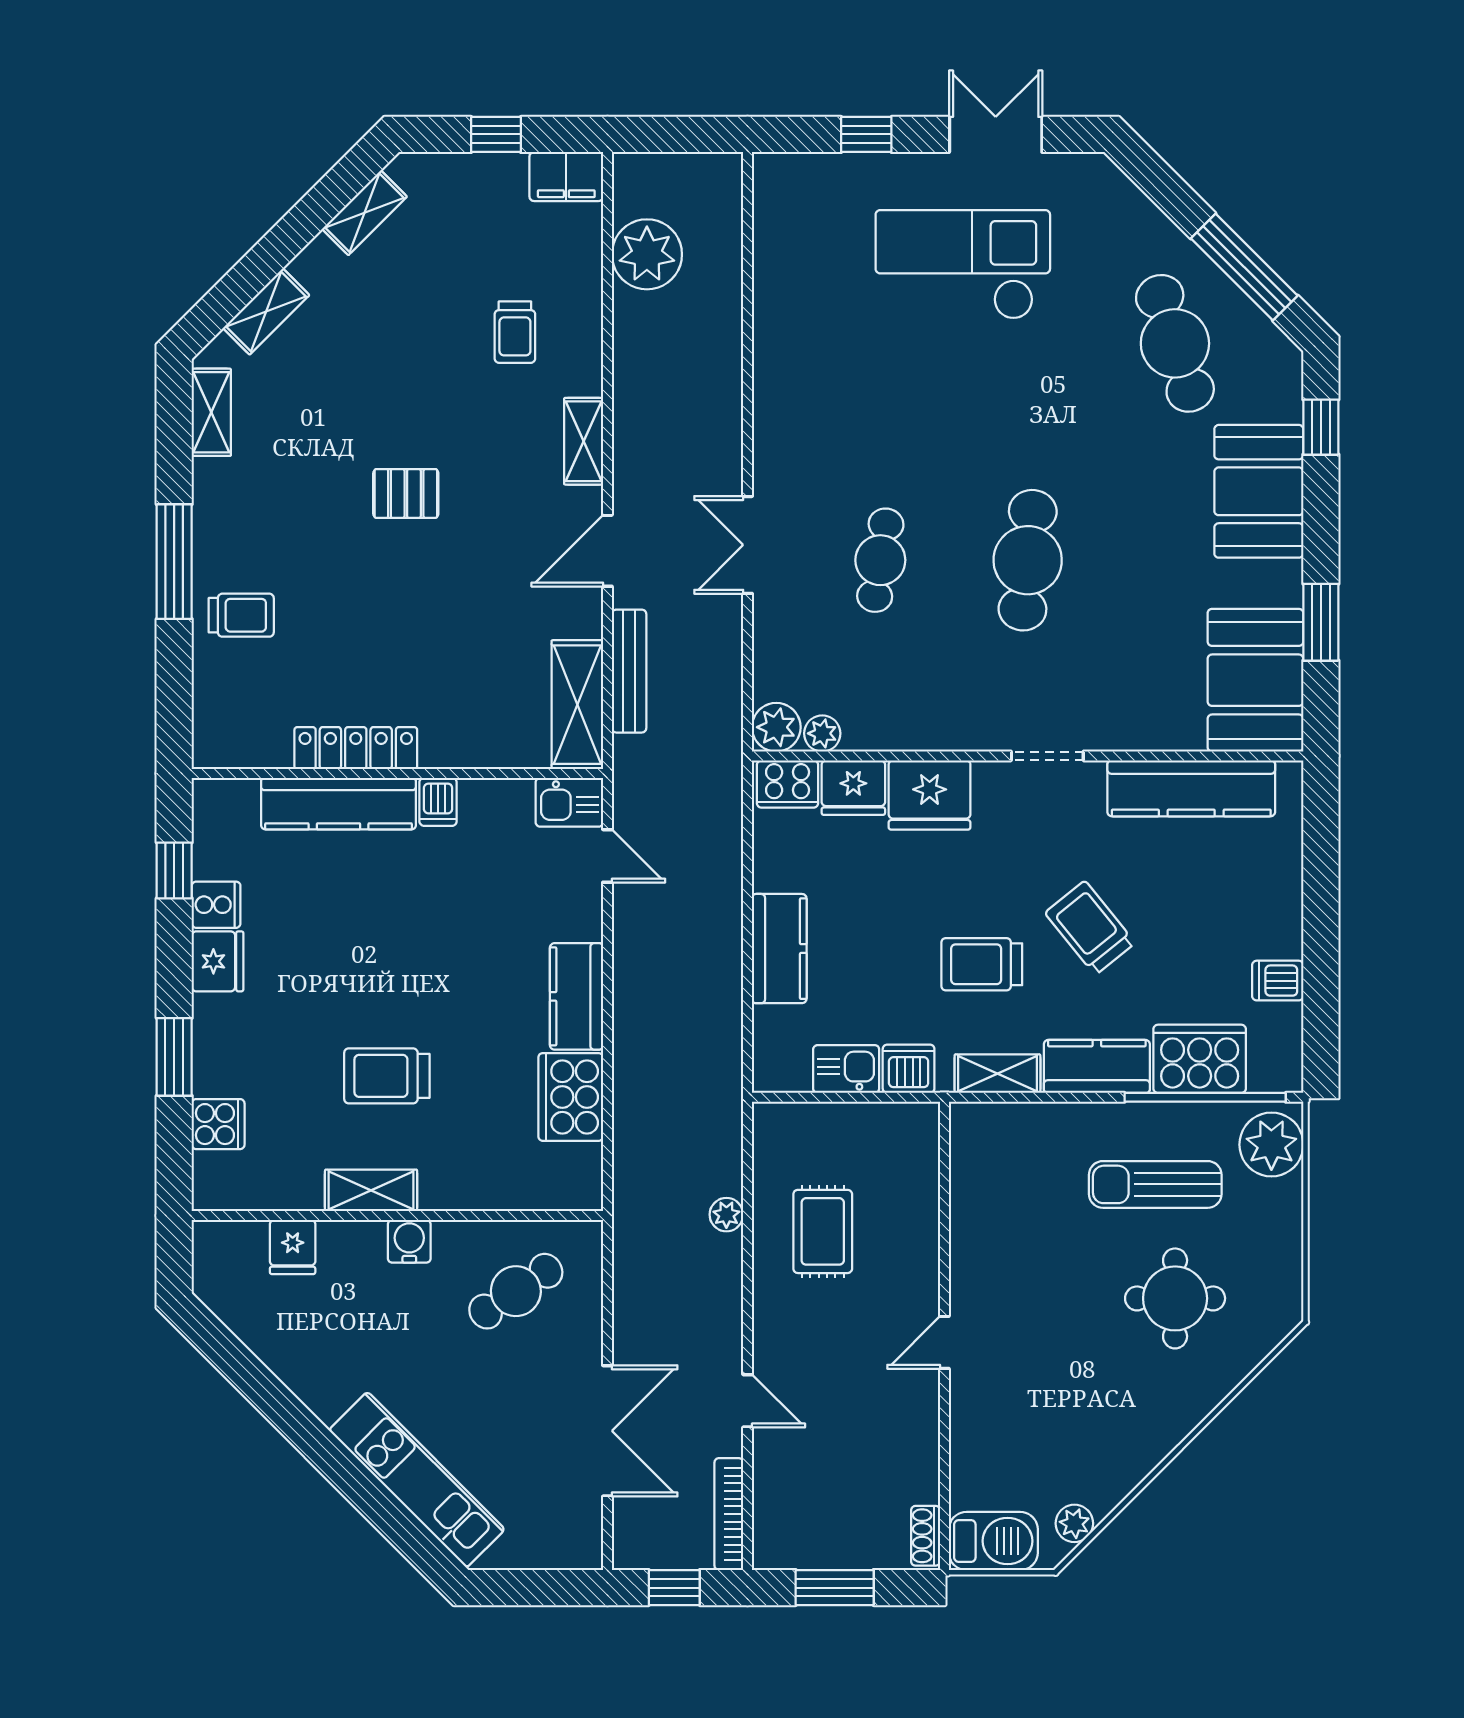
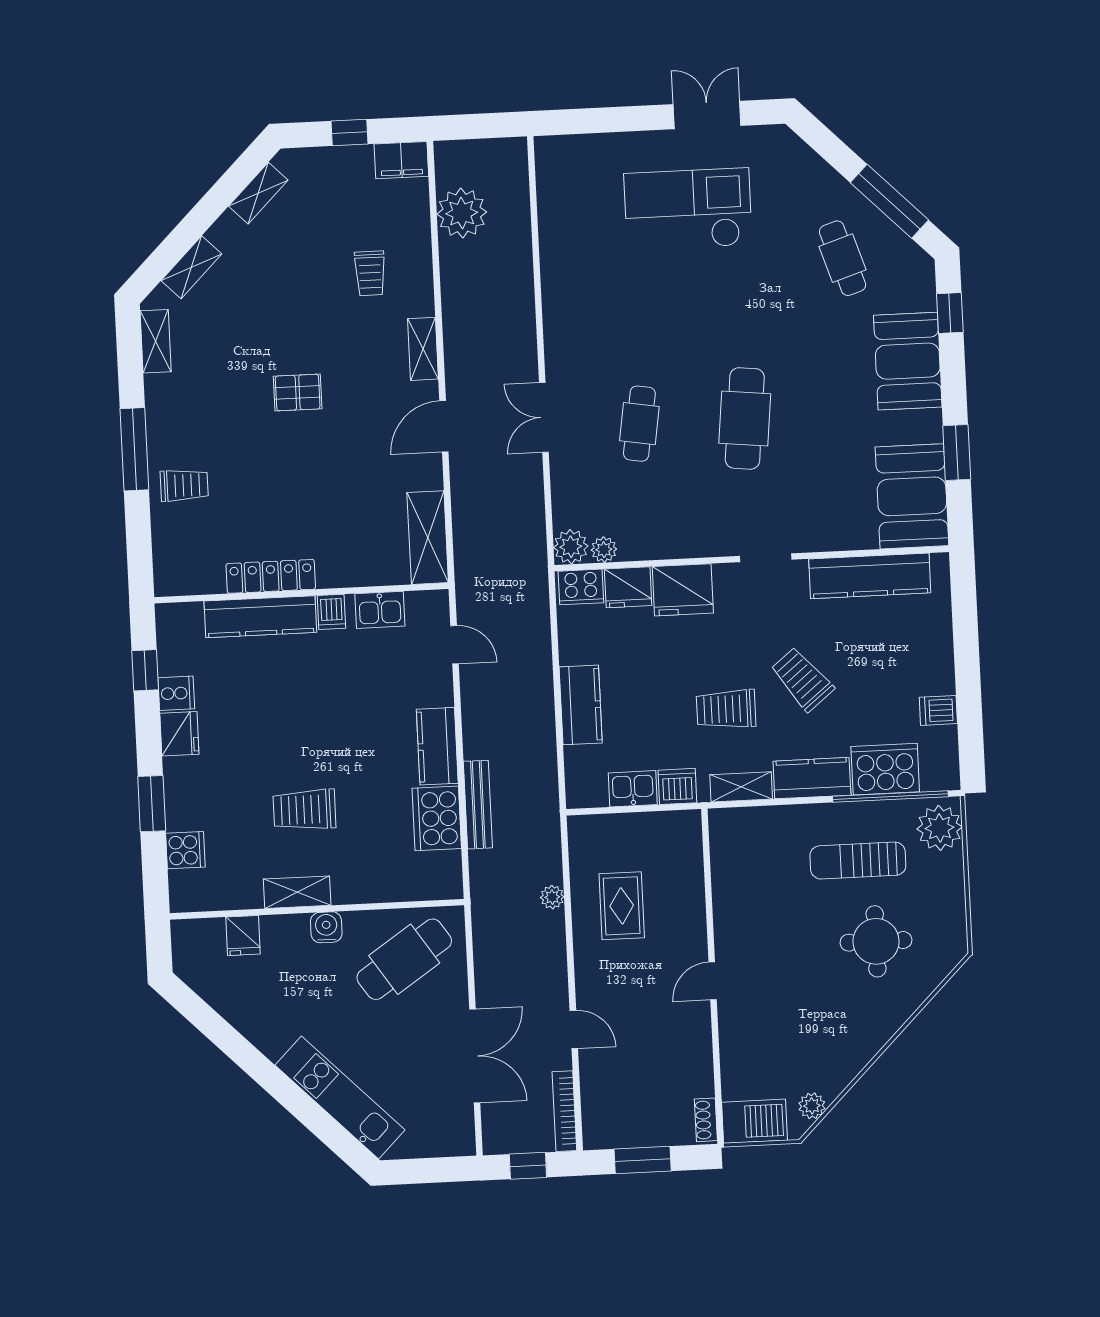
window: (866, 134) -> (614, 120), removed
cafe table: (1175, 343) -> (843, 258), width x0.73, depth x0.74
bench: (629, 671) -> (478, 805), moved
kitchen sink: (569, 802) -> (380, 610), moved
cafe table: (516, 1291) -> (404, 959), width x1.37, depth x1.35

